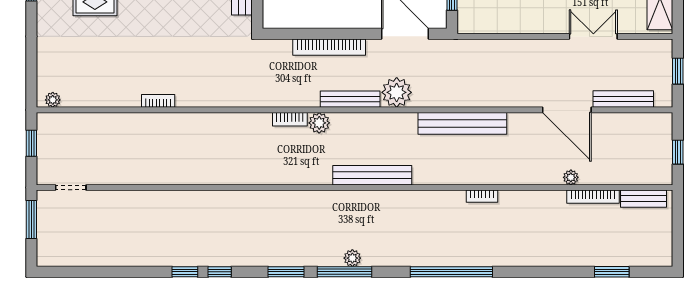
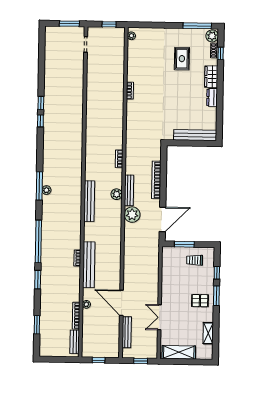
double door: (593, 36) -> (159, 317), swing flipped
door: (567, 110) -> (121, 303), hinge flipped
plant: (319, 123) -> (117, 194), moved
bench: (462, 123) -> (89, 265), moved
window: (286, 272) -> (38, 280), moved

